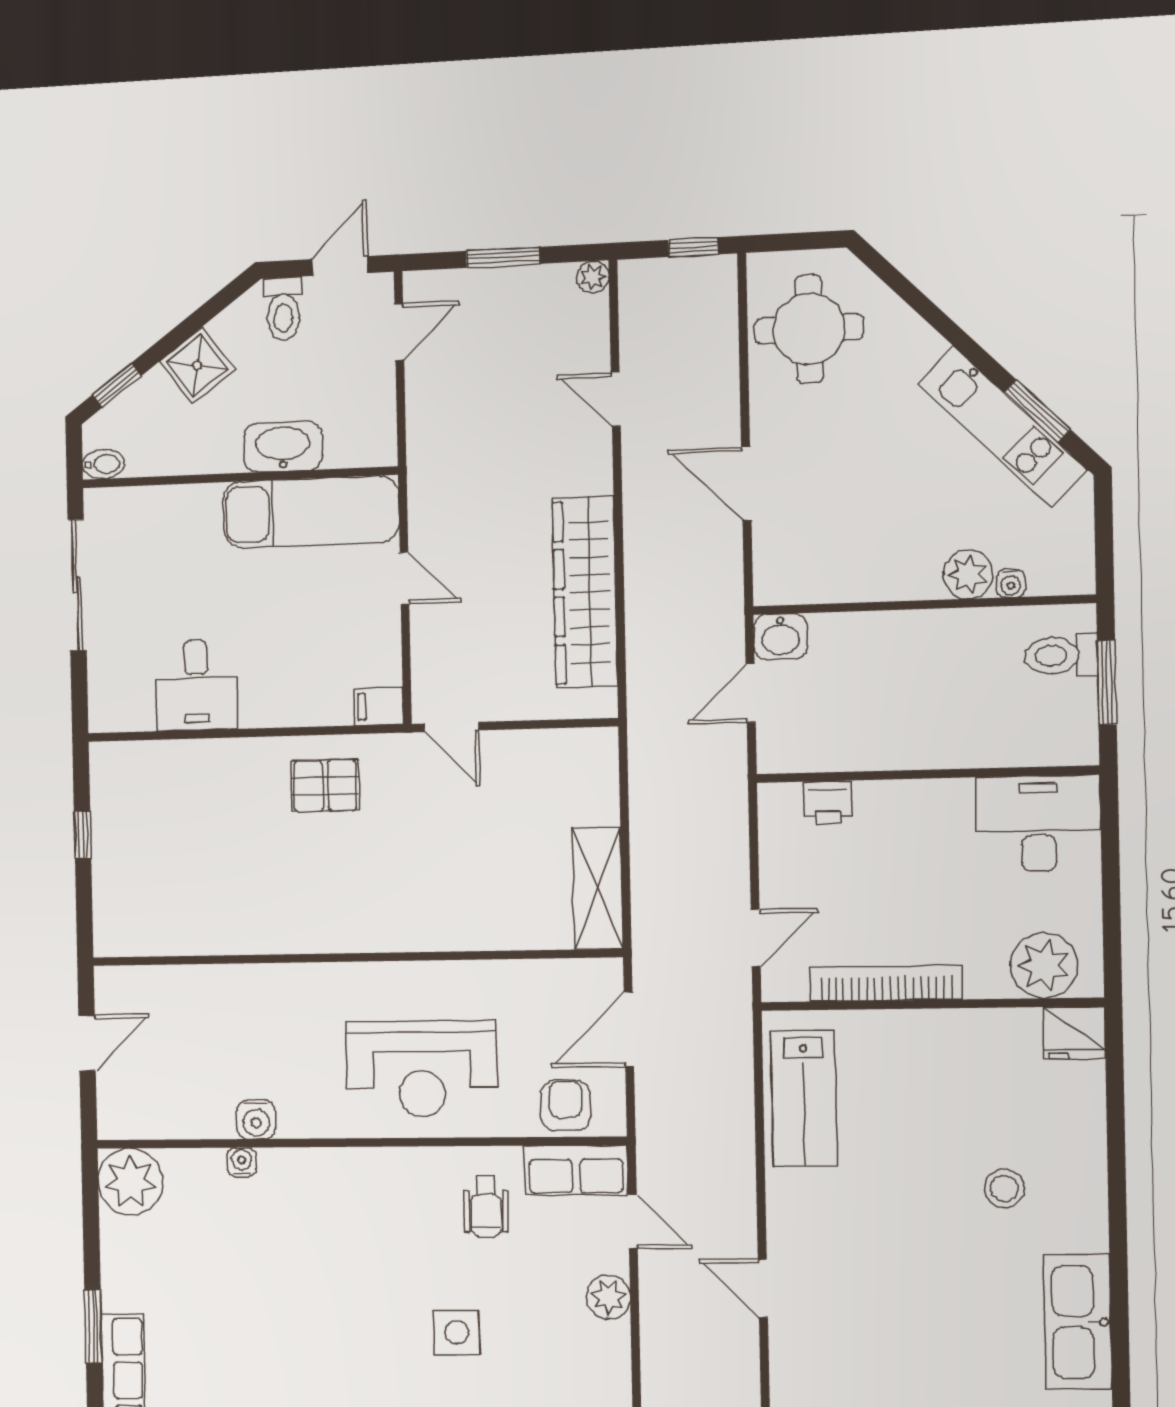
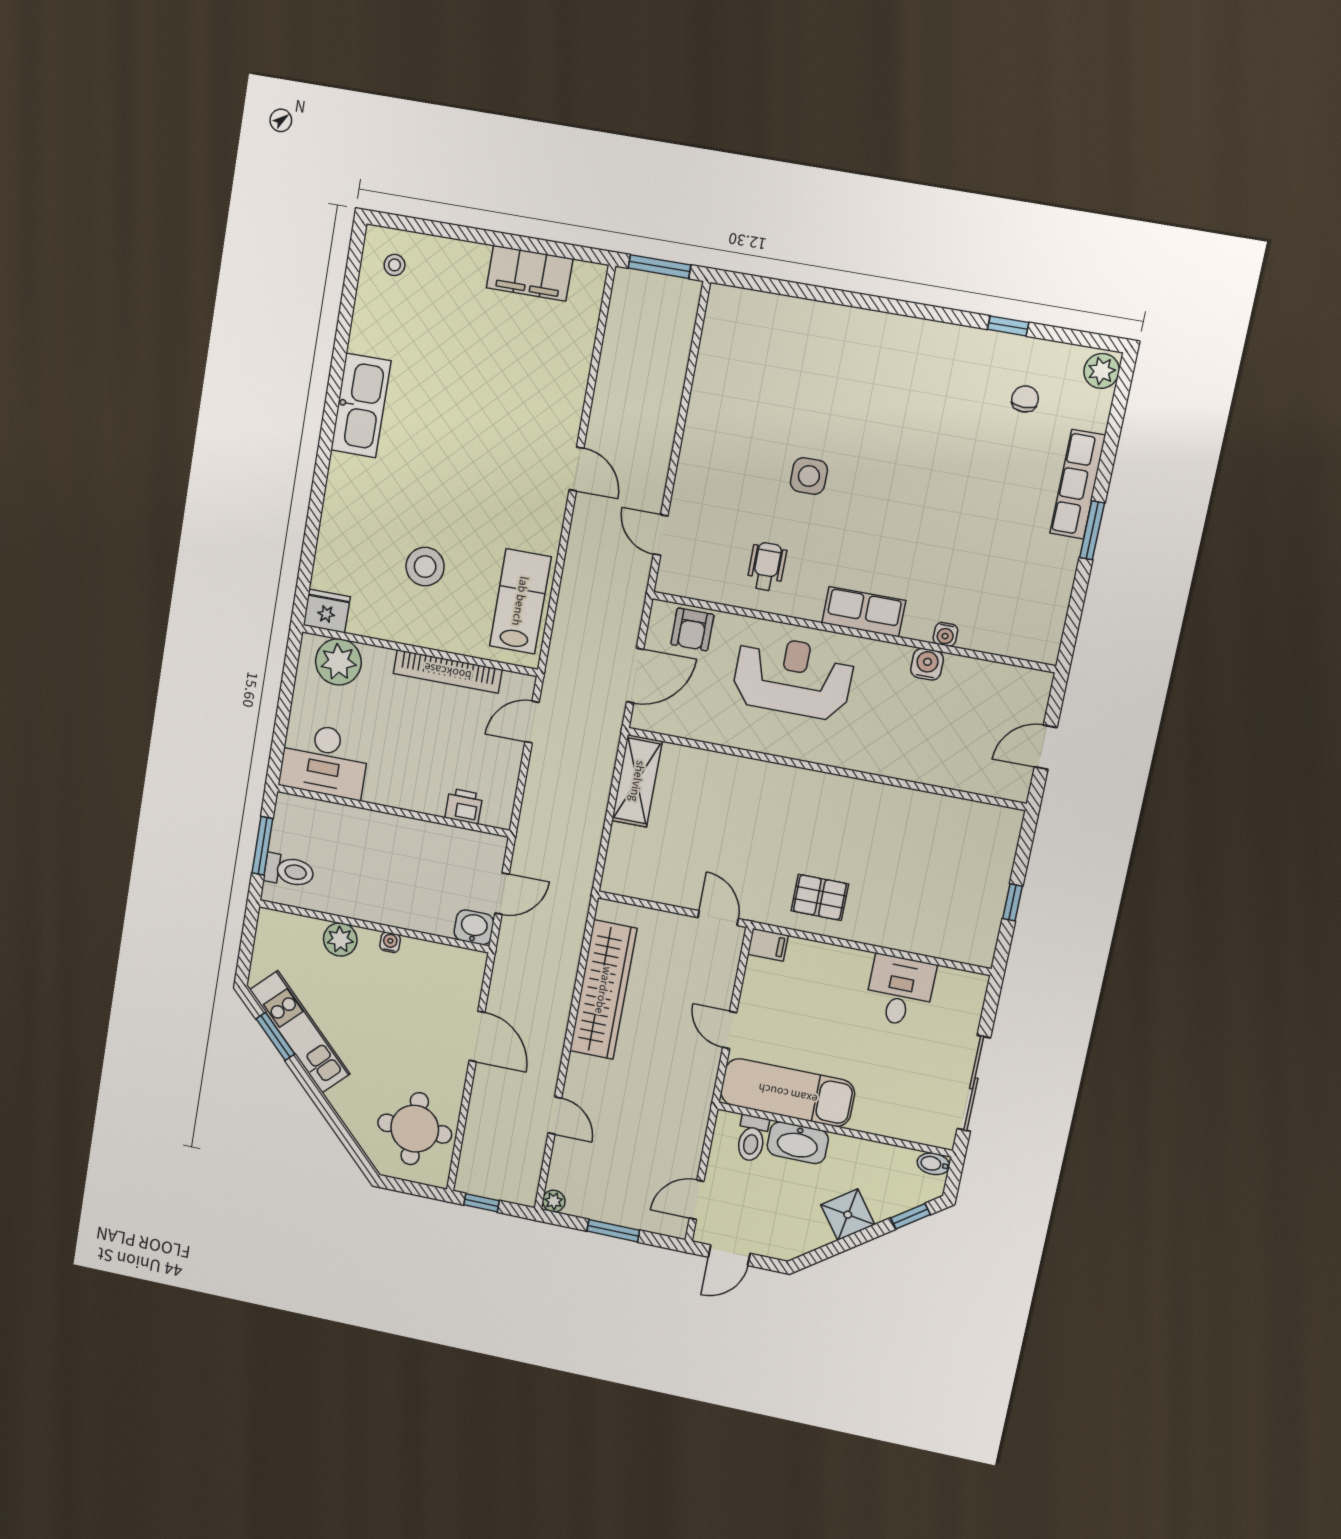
toilet: (283, 309) -> (752, 1138), moved, turned 180
water cooler: (1011, 583) -> (390, 942), moved
row of seats: (576, 1170) -> (864, 612), moved
plant: (130, 1182) -> (1036, 636), removed
stool: (1004, 1188) -> (425, 567), moved, width x1.38, depth x1.38
plant: (608, 1297) -> (690, 482), removed

